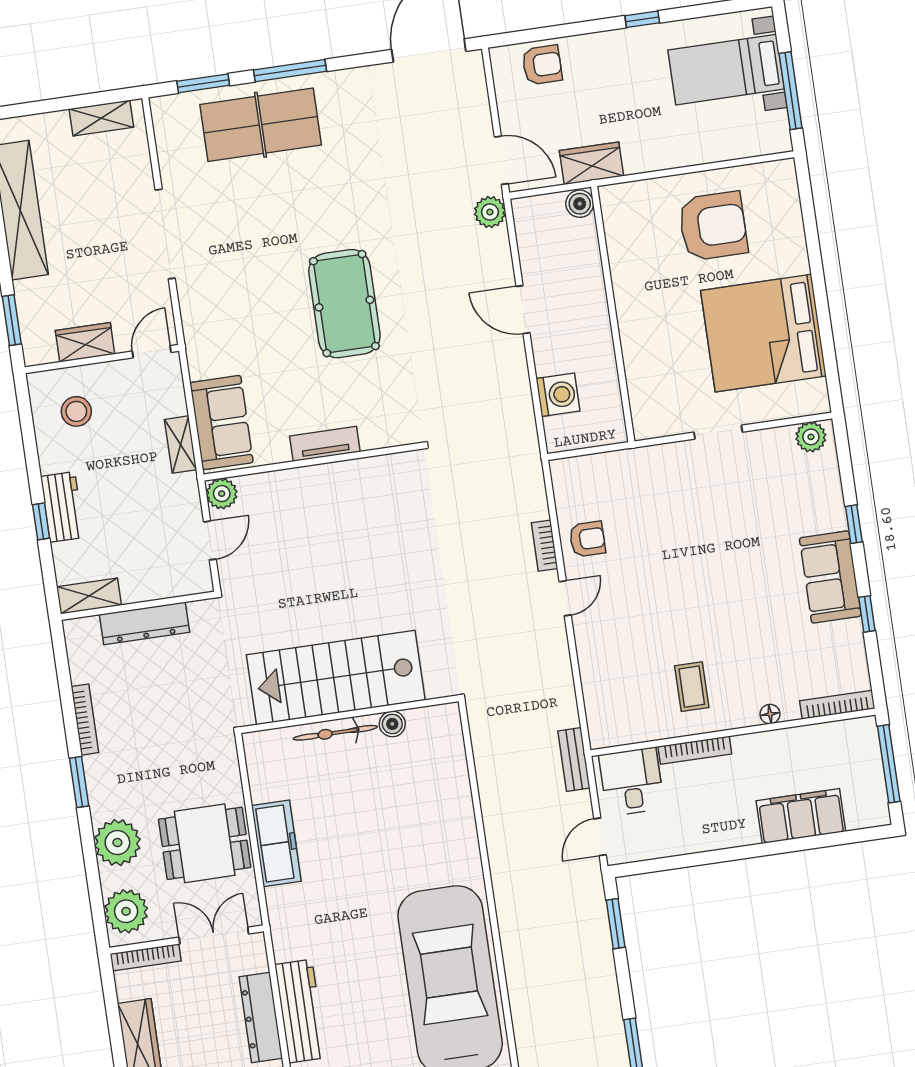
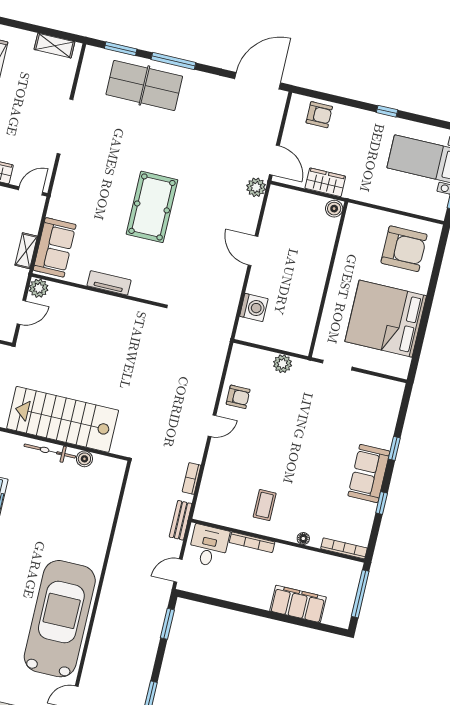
boiler: (580, 204) -> (334, 209), moved
armchair: (713, 226) -> (404, 249), moved
wall: (613, 314) -> (328, 279), moved
plant: (811, 437) -> (282, 364), moved
bookcase: (545, 546) -> (192, 478), moved

